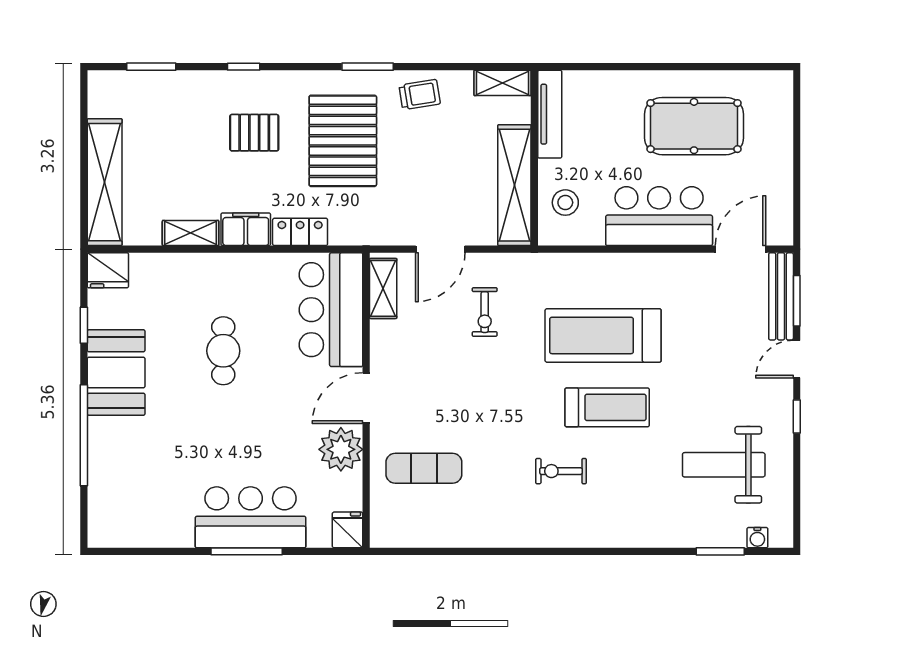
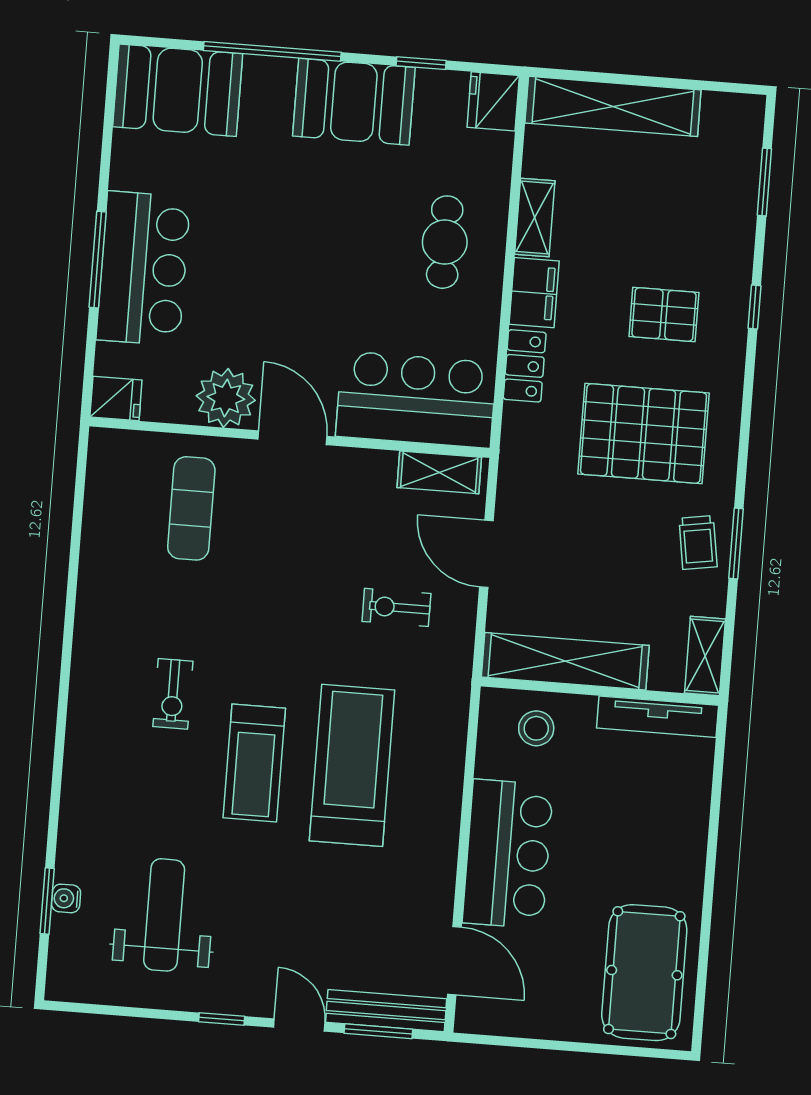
window: (368, 67) -> (736, 544), moved
pool table: (694, 126) -> (644, 973), moved
pallet: (254, 133) -> (664, 314), turned 90
cafe table: (223, 351) -> (445, 242), moved, turned 90
exercise bike: (561, 471) -> (173, 694), turned 180
booth: (118, 502) -> (178, 90), added
water cooler: (757, 538) -> (66, 898), moved

